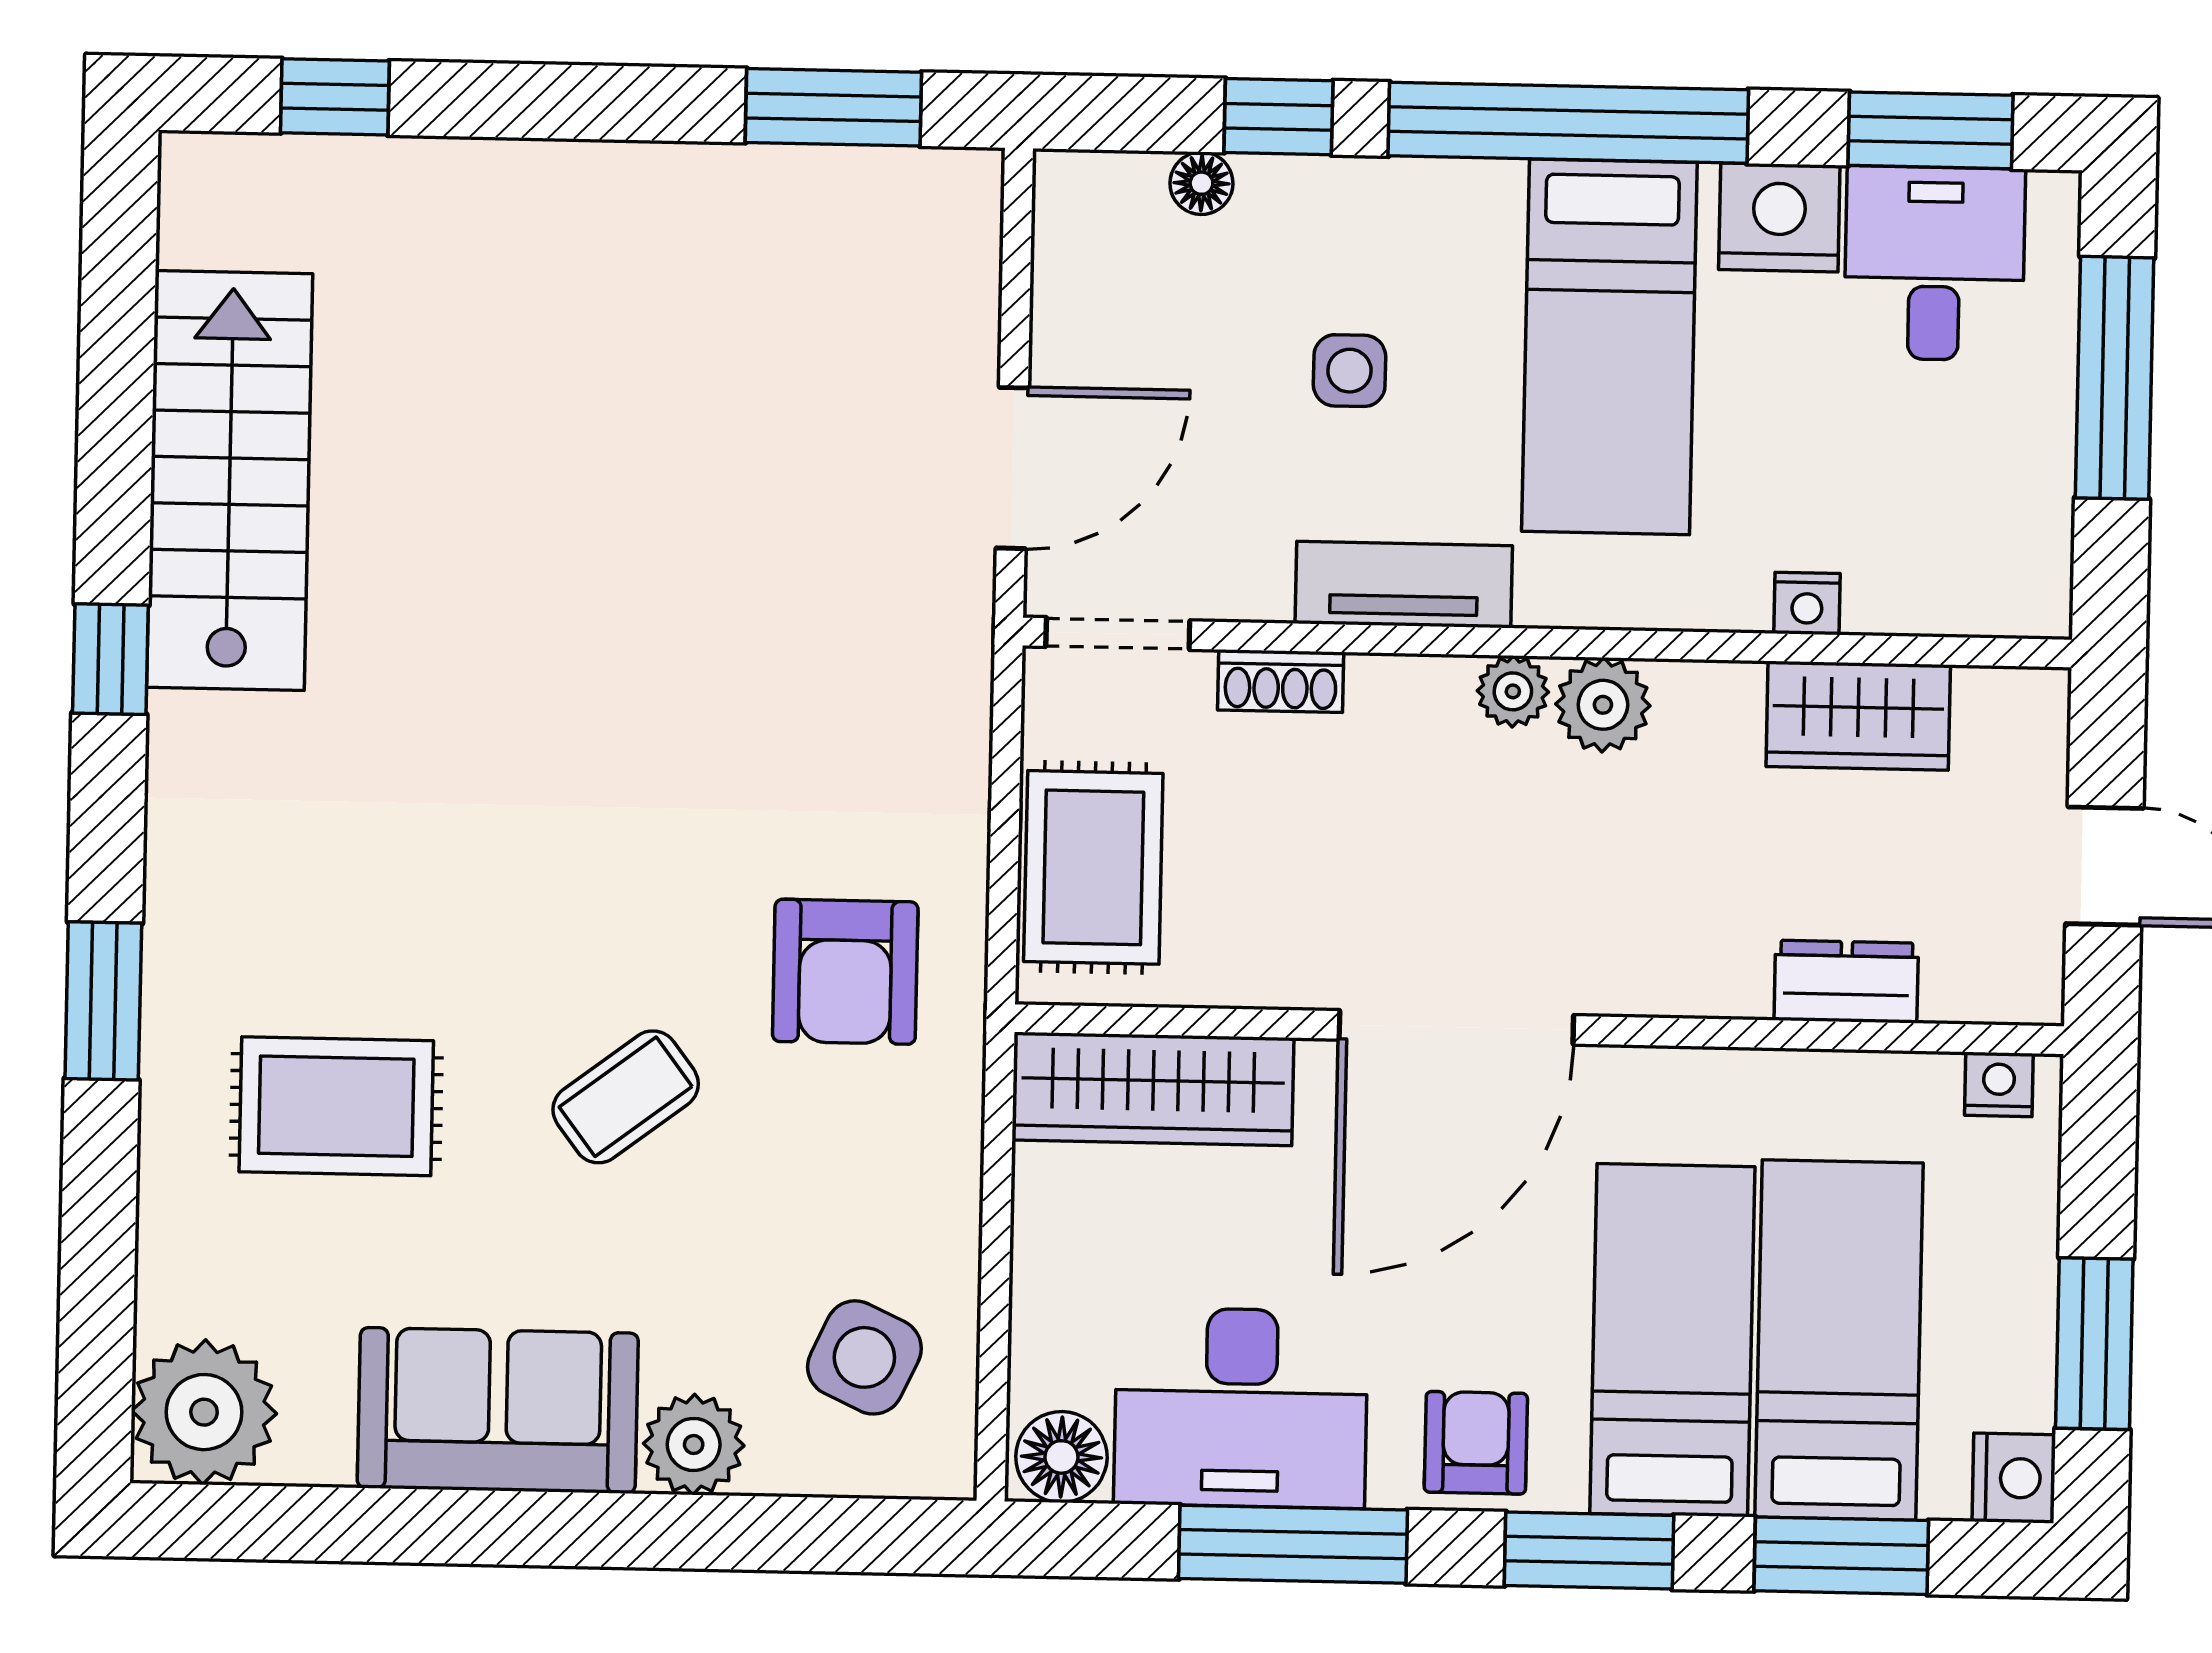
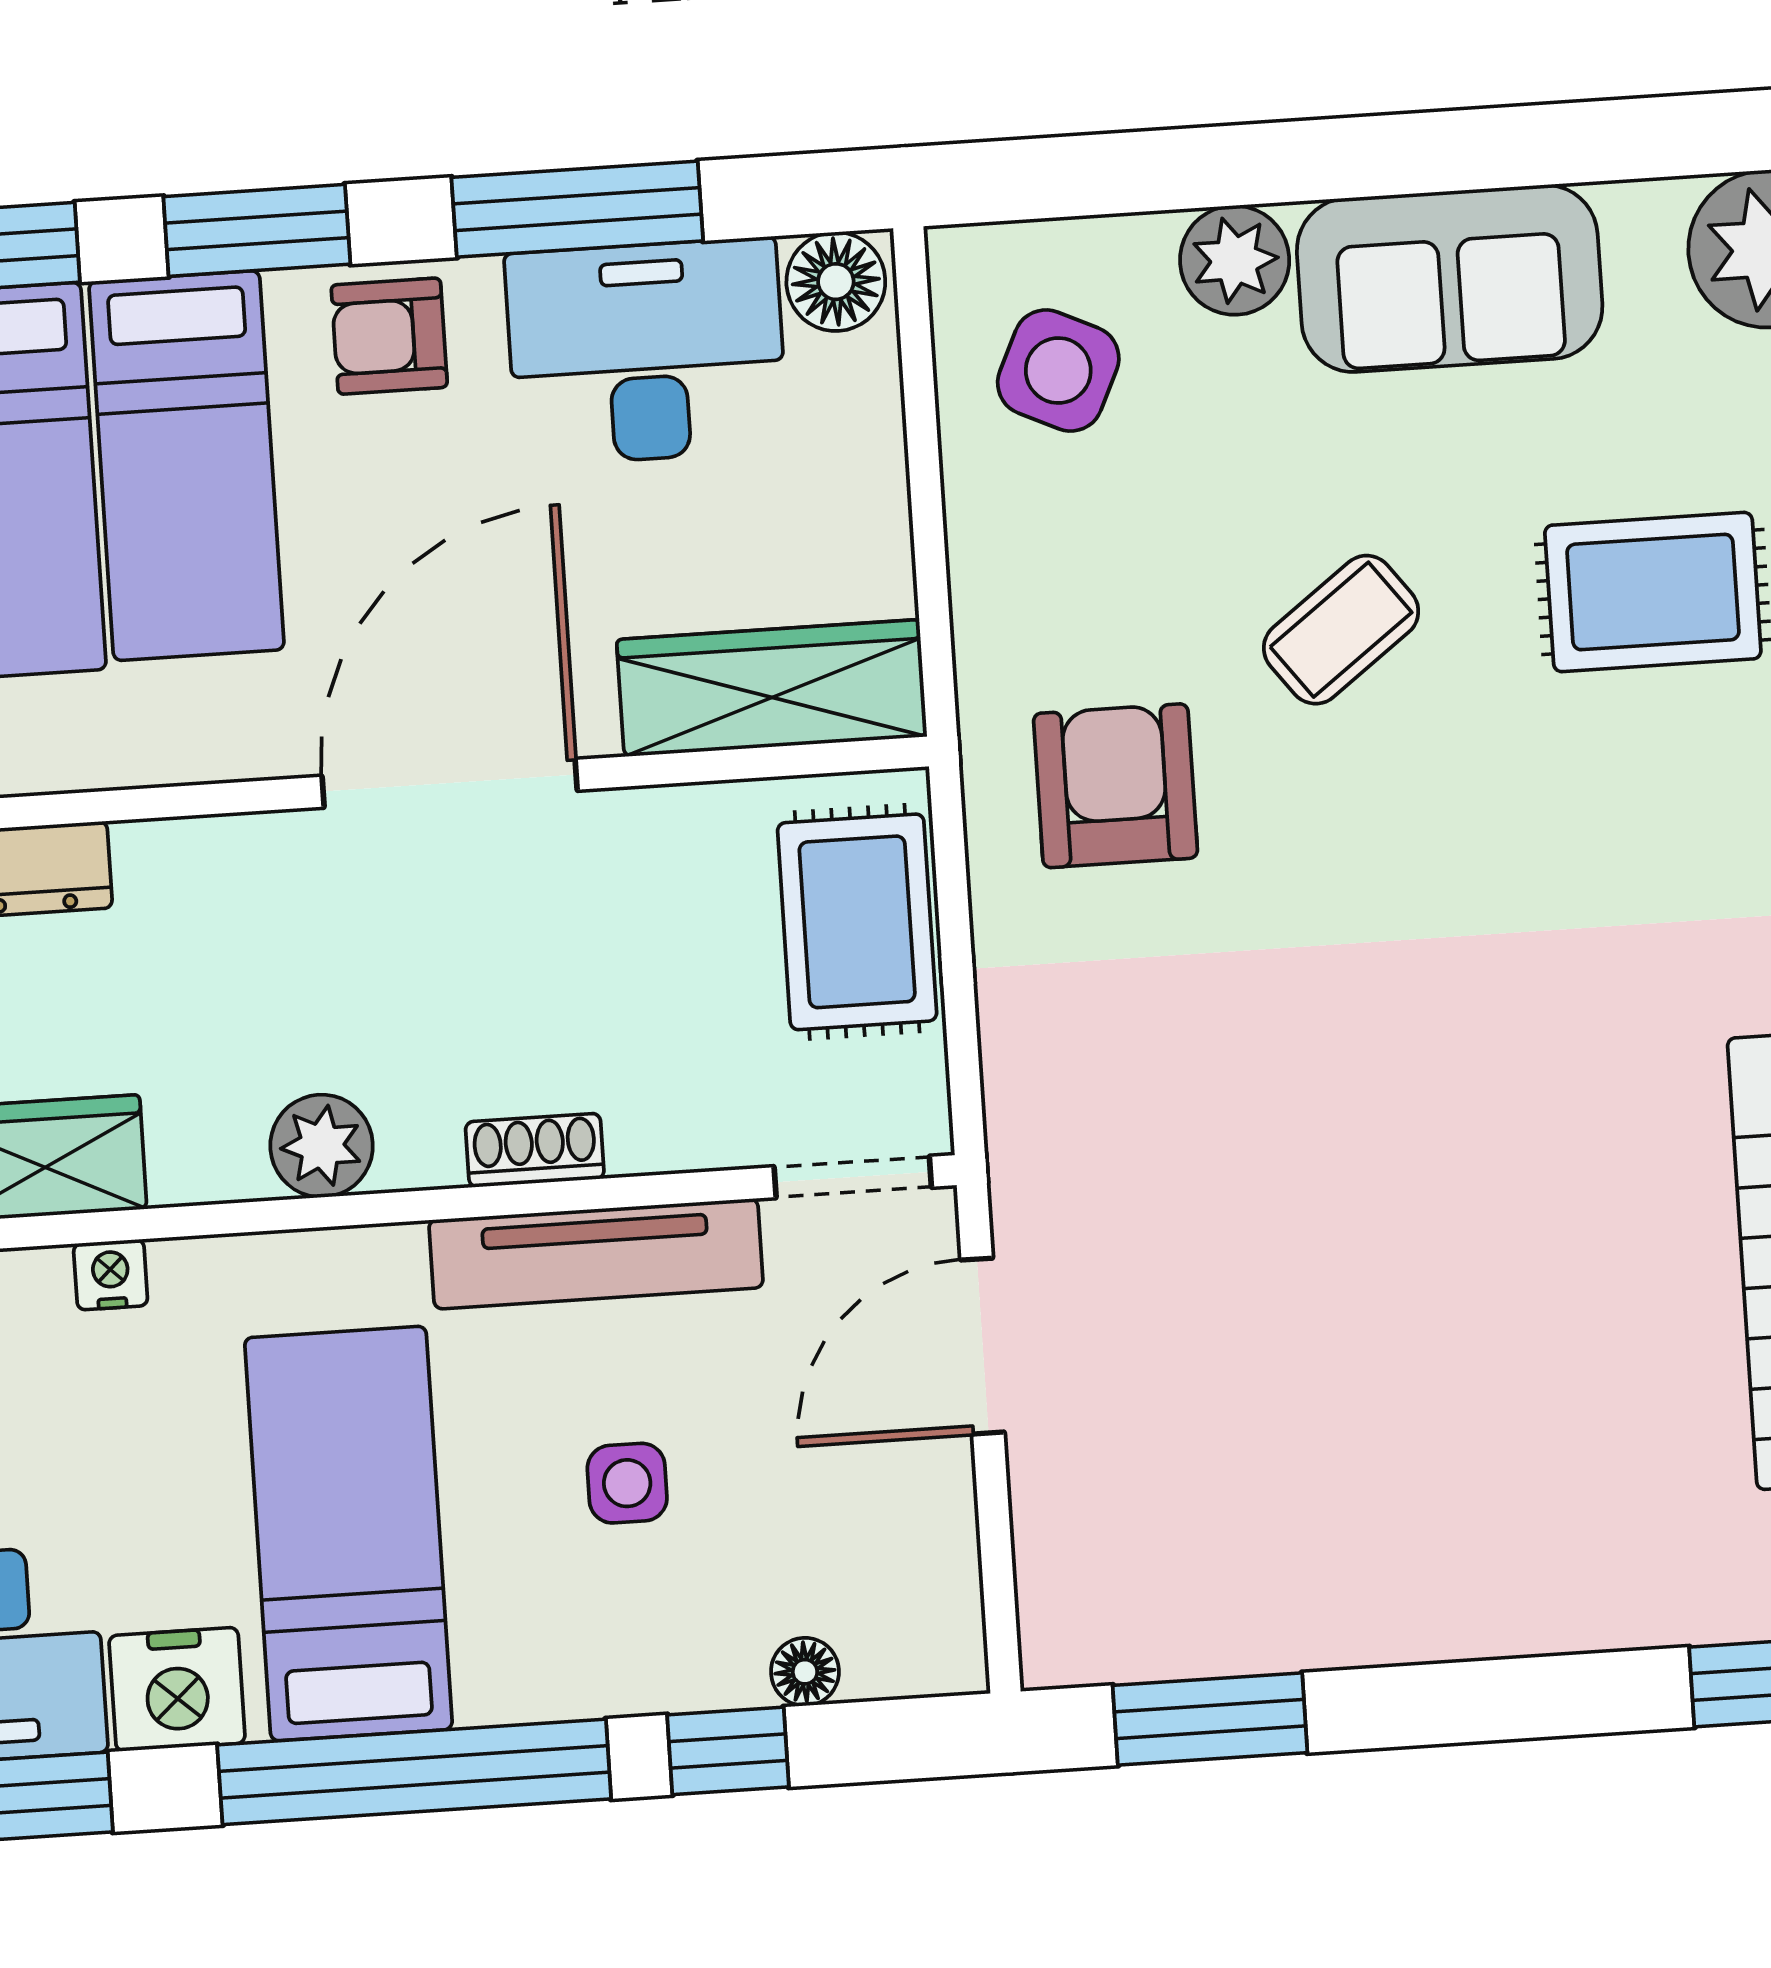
tv unit: (1404, 585) -> (596, 1254), width x1.41
shoe rack: (1281, 681) -> (535, 1150), moved
plant: (1513, 691) -> (420, 1152), removed
armchair: (1476, 1443) -> (389, 336), turned 90

